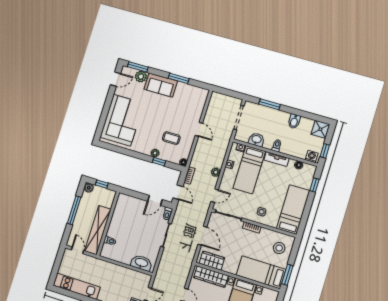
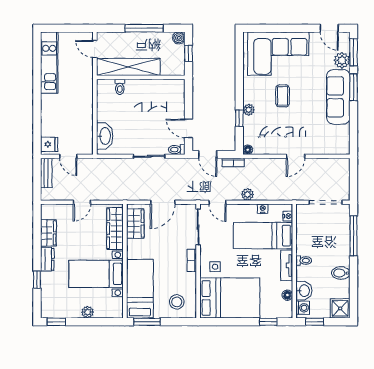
window: (179, 78) -> (354, 87), moved
sofa: (161, 85) -> (338, 97), width x1.36
window: (270, 104) -> (354, 236), width x1.44
coffee table: (171, 138) -> (283, 96), moved
washbasin: (256, 140) -> (304, 291), moved
door: (178, 192) -> (208, 154), hinge flipped
bed: (293, 210) -> (230, 298), width x1.50
door: (77, 250) -> (95, 49), swing flipped

